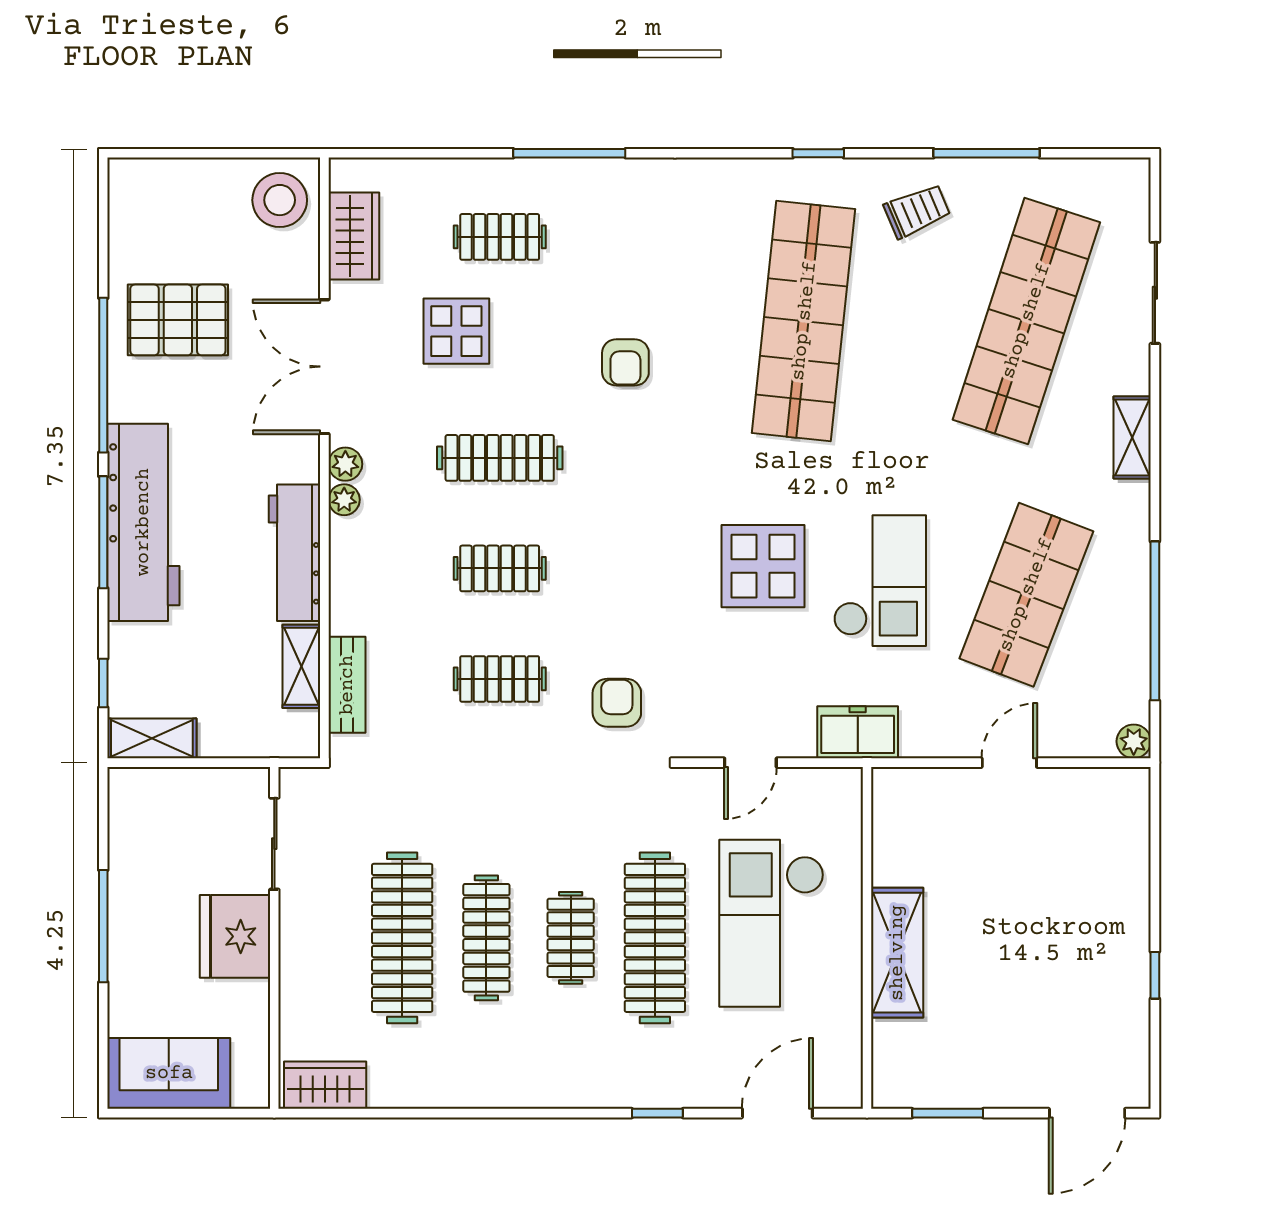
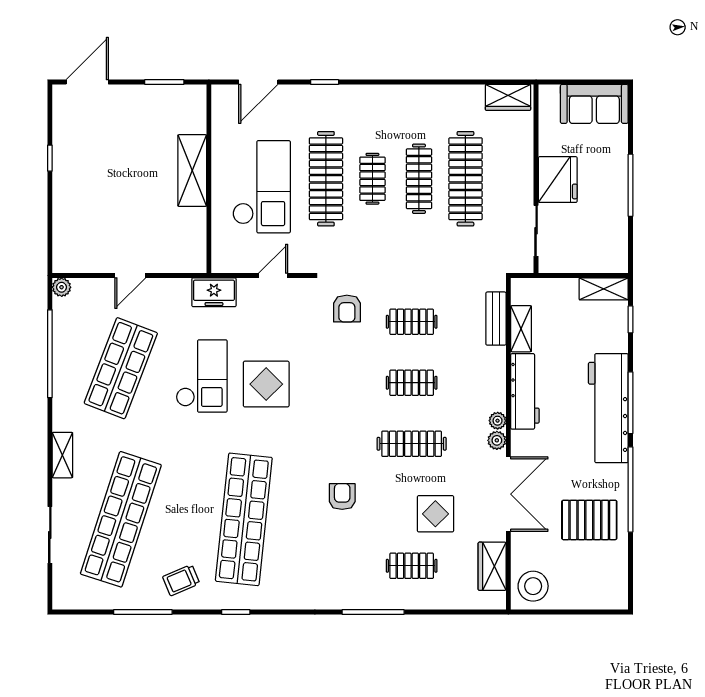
checkout: (880, 581) -> (202, 376), turned 180

